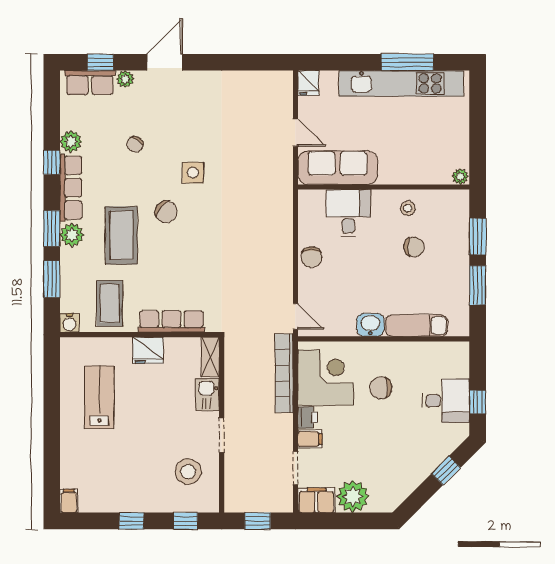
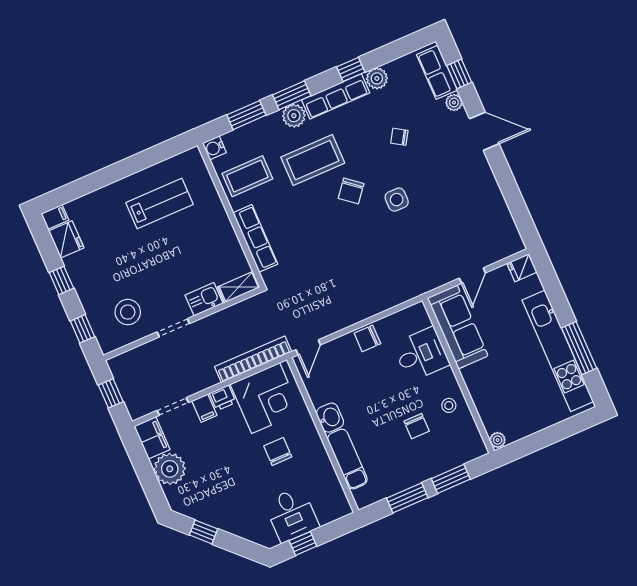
fridge: (148, 350) -> (66, 239), moved, turned 180
window: (446, 471) -> (203, 532), moved

